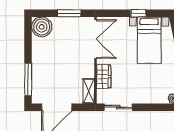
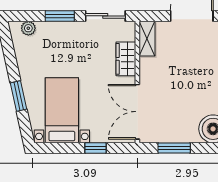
window: (138, 13) -> (95, 148), moved
window: (151, 107) -> (60, 16), added

